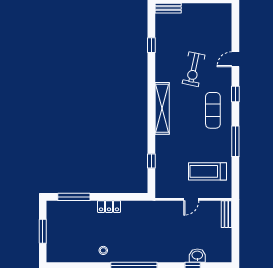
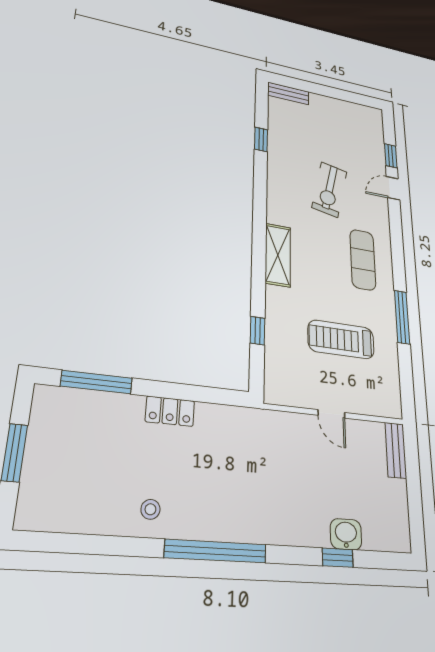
window: (235, 94) -> (391, 156), moved
shelving: (162, 108) -> (278, 255), width x0.68
treadmill: (207, 171) -> (341, 339), moved
door: (191, 199) -> (331, 414), hinge flipped

